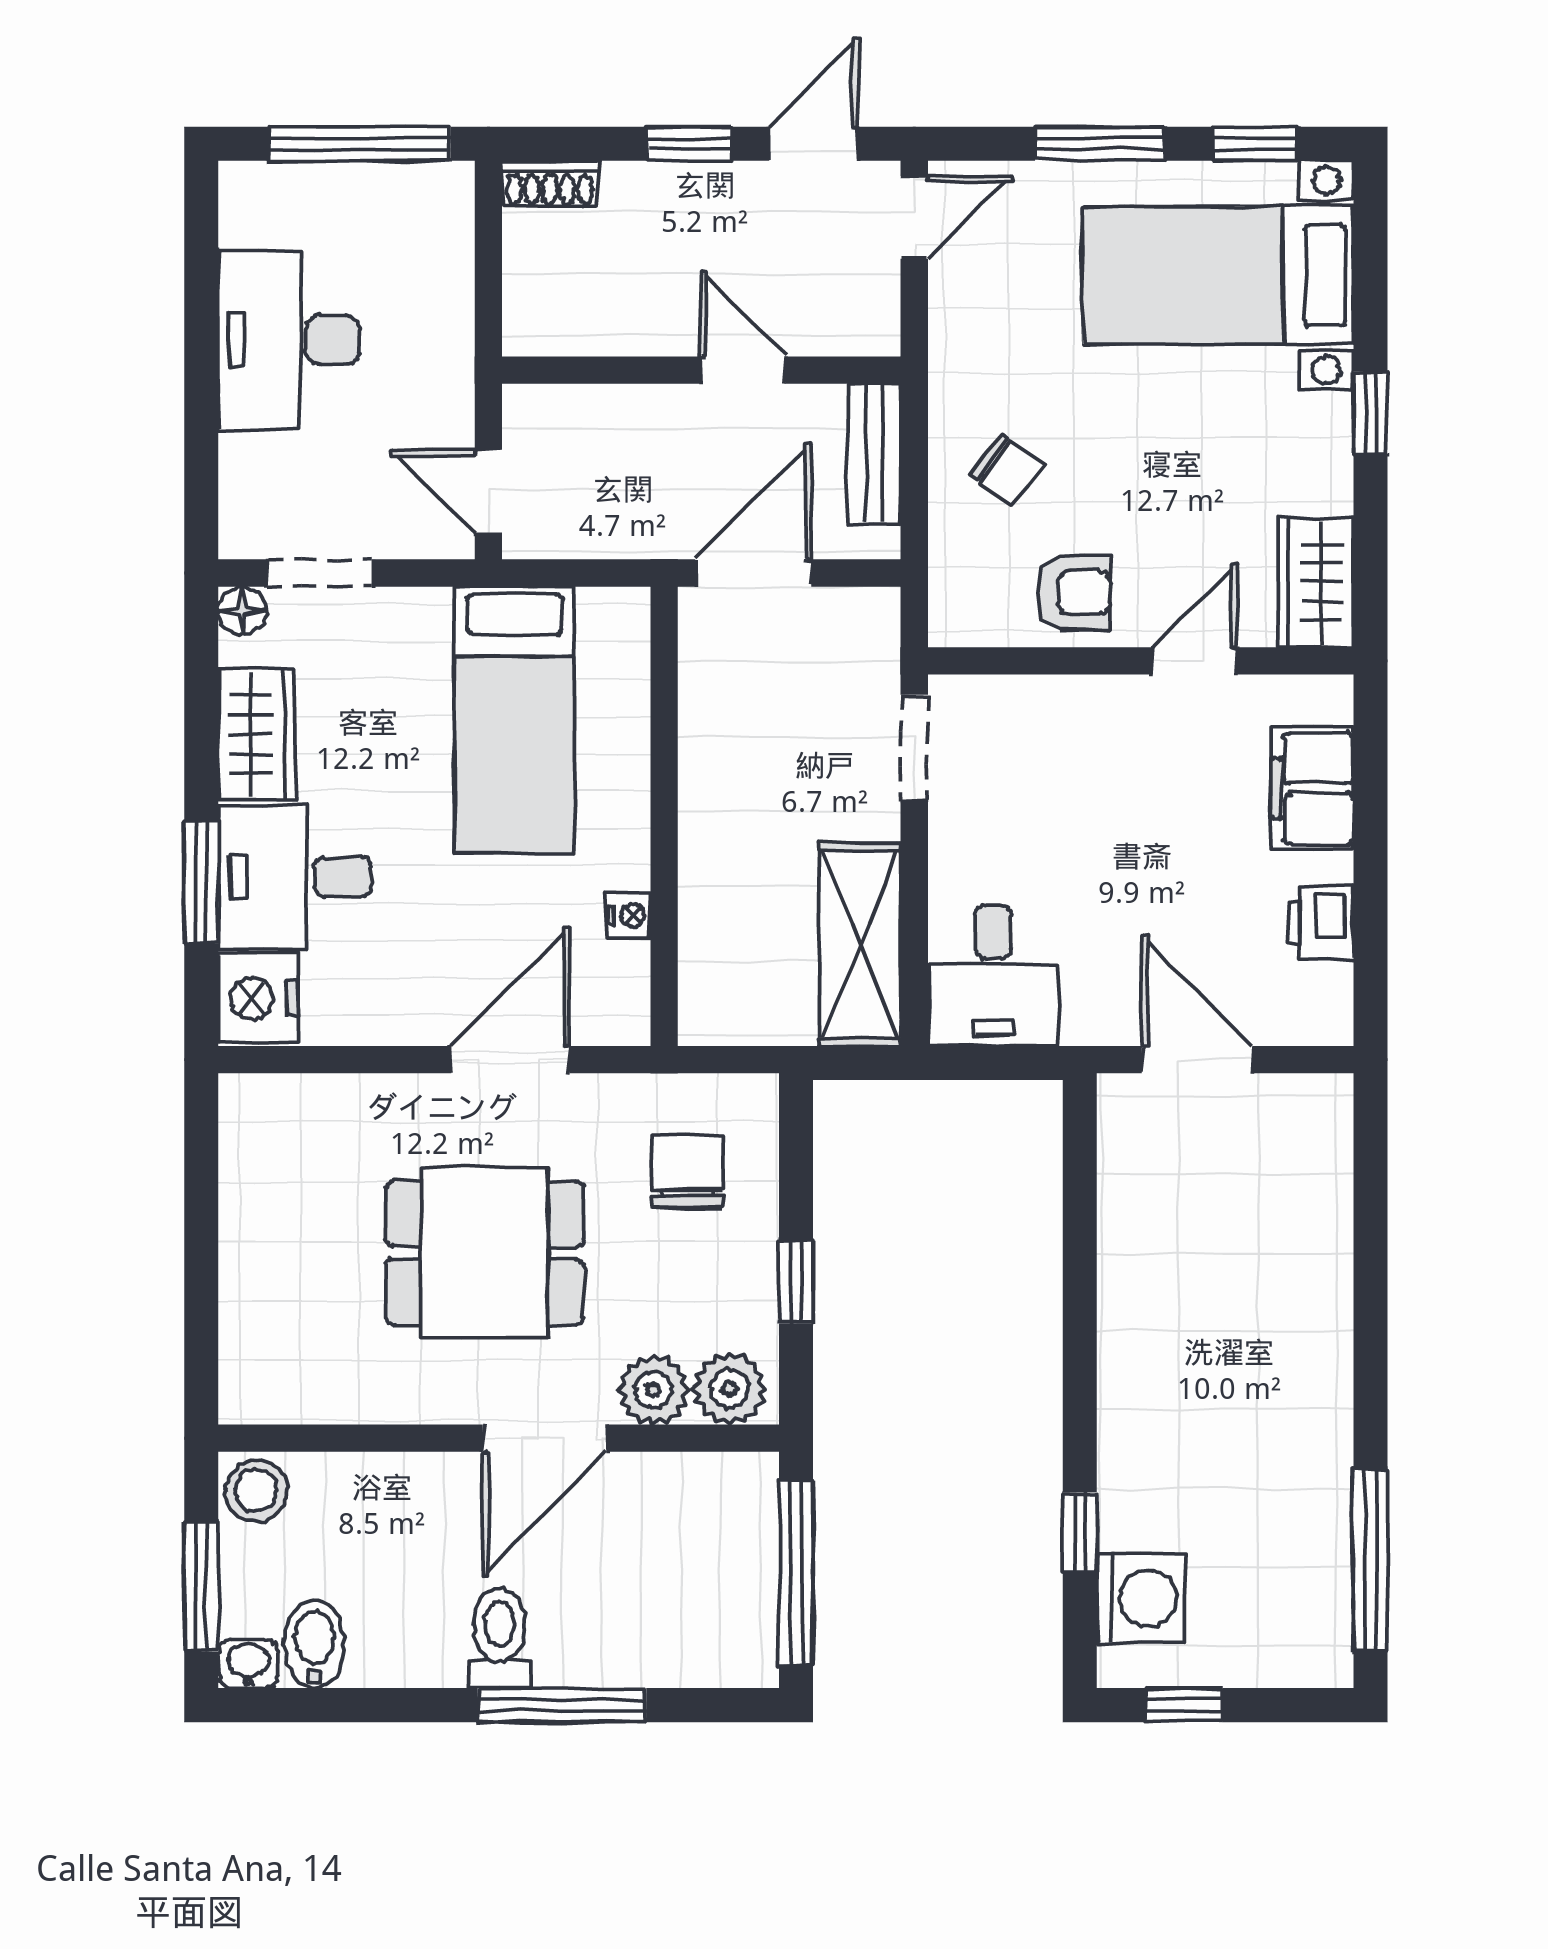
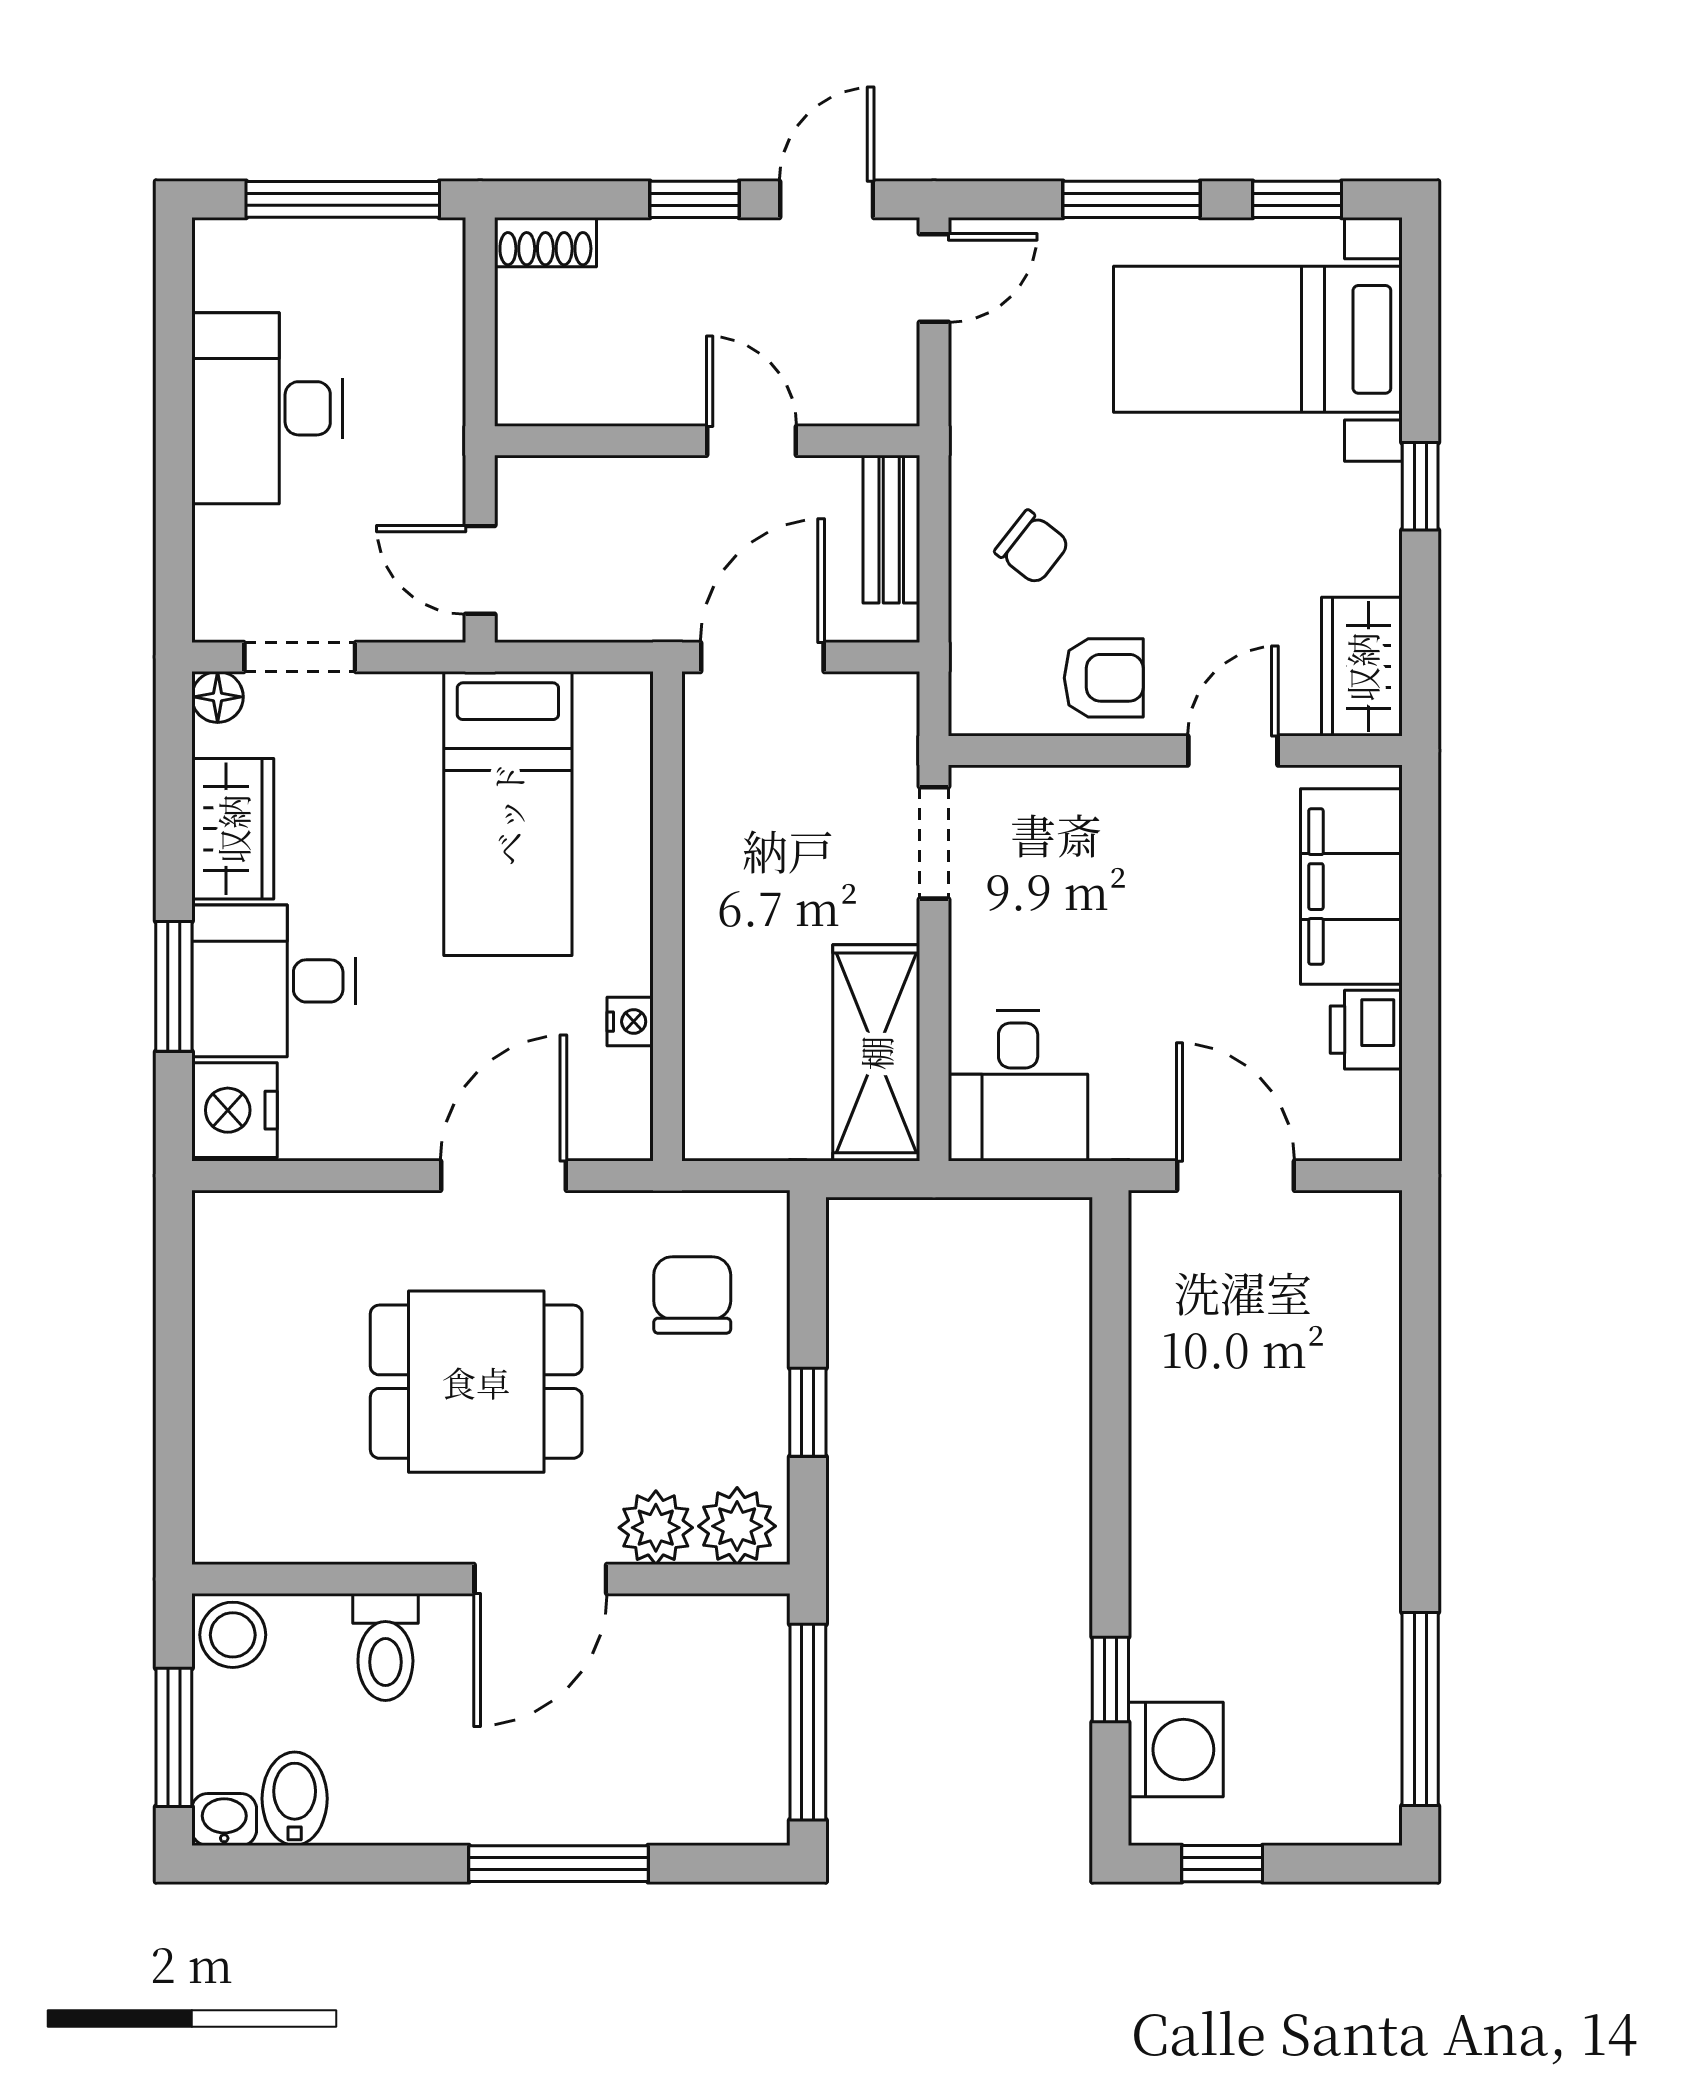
filing cabinet: (1313, 788) -> (1351, 887), width x1.50, depth x1.17
toilet: (499, 1638) -> (385, 1647), moved, turned 180

